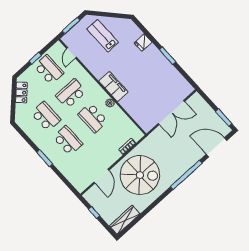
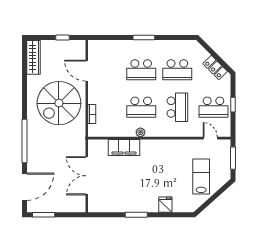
lab bench: (103, 36) -> (201, 177), turned -90
filing cabinet: (113, 87) -> (124, 147), moved
school desk: (93, 118) -> (141, 107), turned 180

